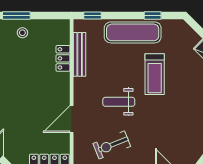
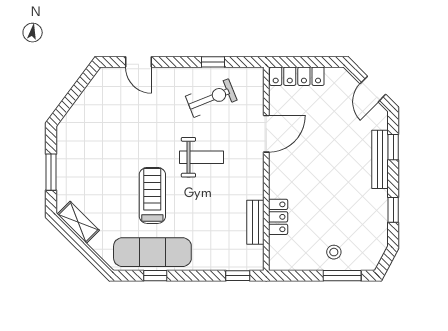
exercise mat: (133, 32) -> (152, 252), moved
bench: (80, 54) -> (255, 222), width x0.73

